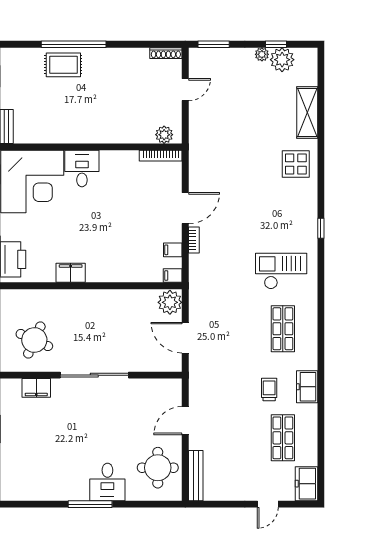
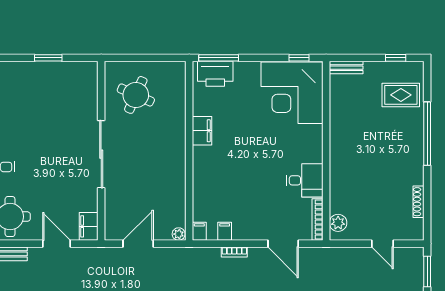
shoe rack: (166, 53) -> (418, 202), moved
rug: (63, 65) -> (401, 95), moved, turned 90
desk: (82, 169) -> (305, 180), moved
door: (185, 208) -> (283, 244), moved
plant: (170, 302) -> (179, 234), width x0.53, depth x0.53
filing cabinet: (36, 388) -> (89, 226), moved

